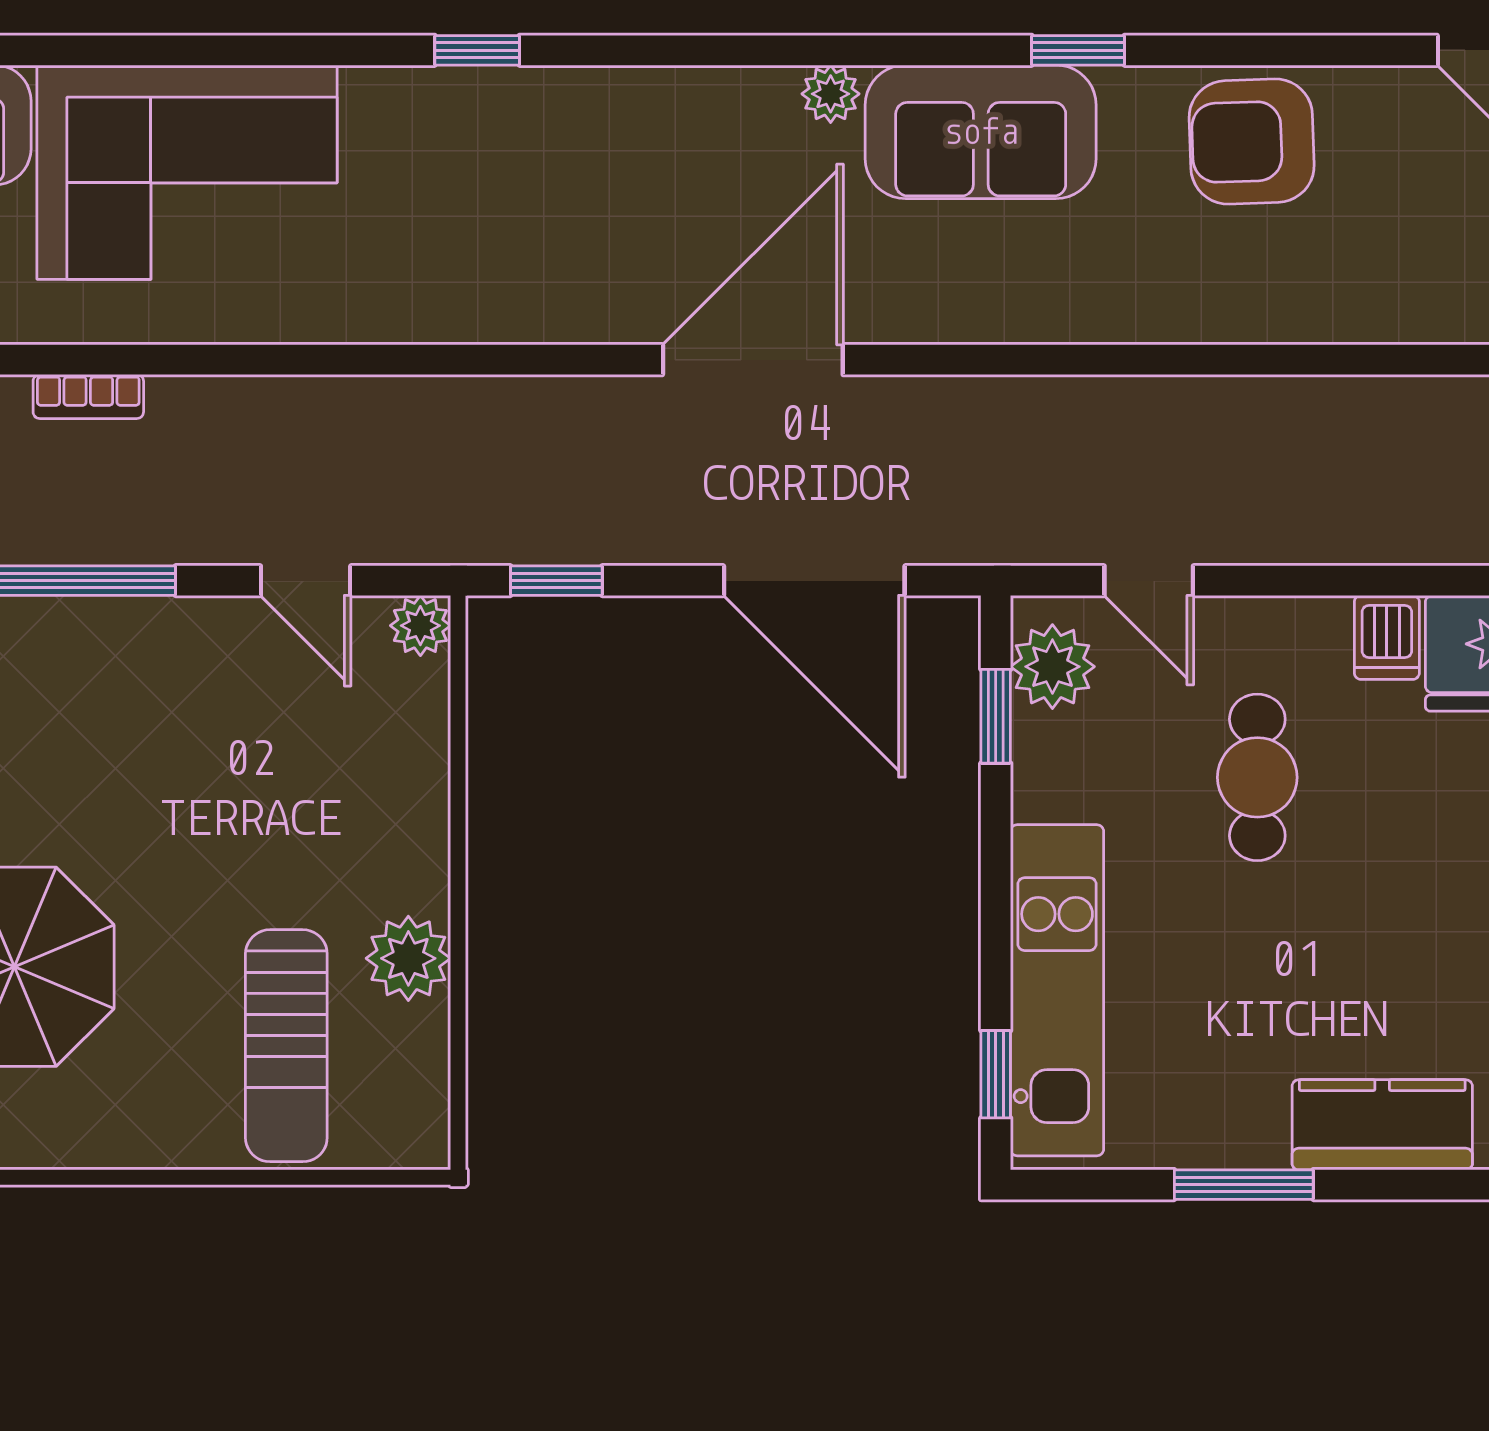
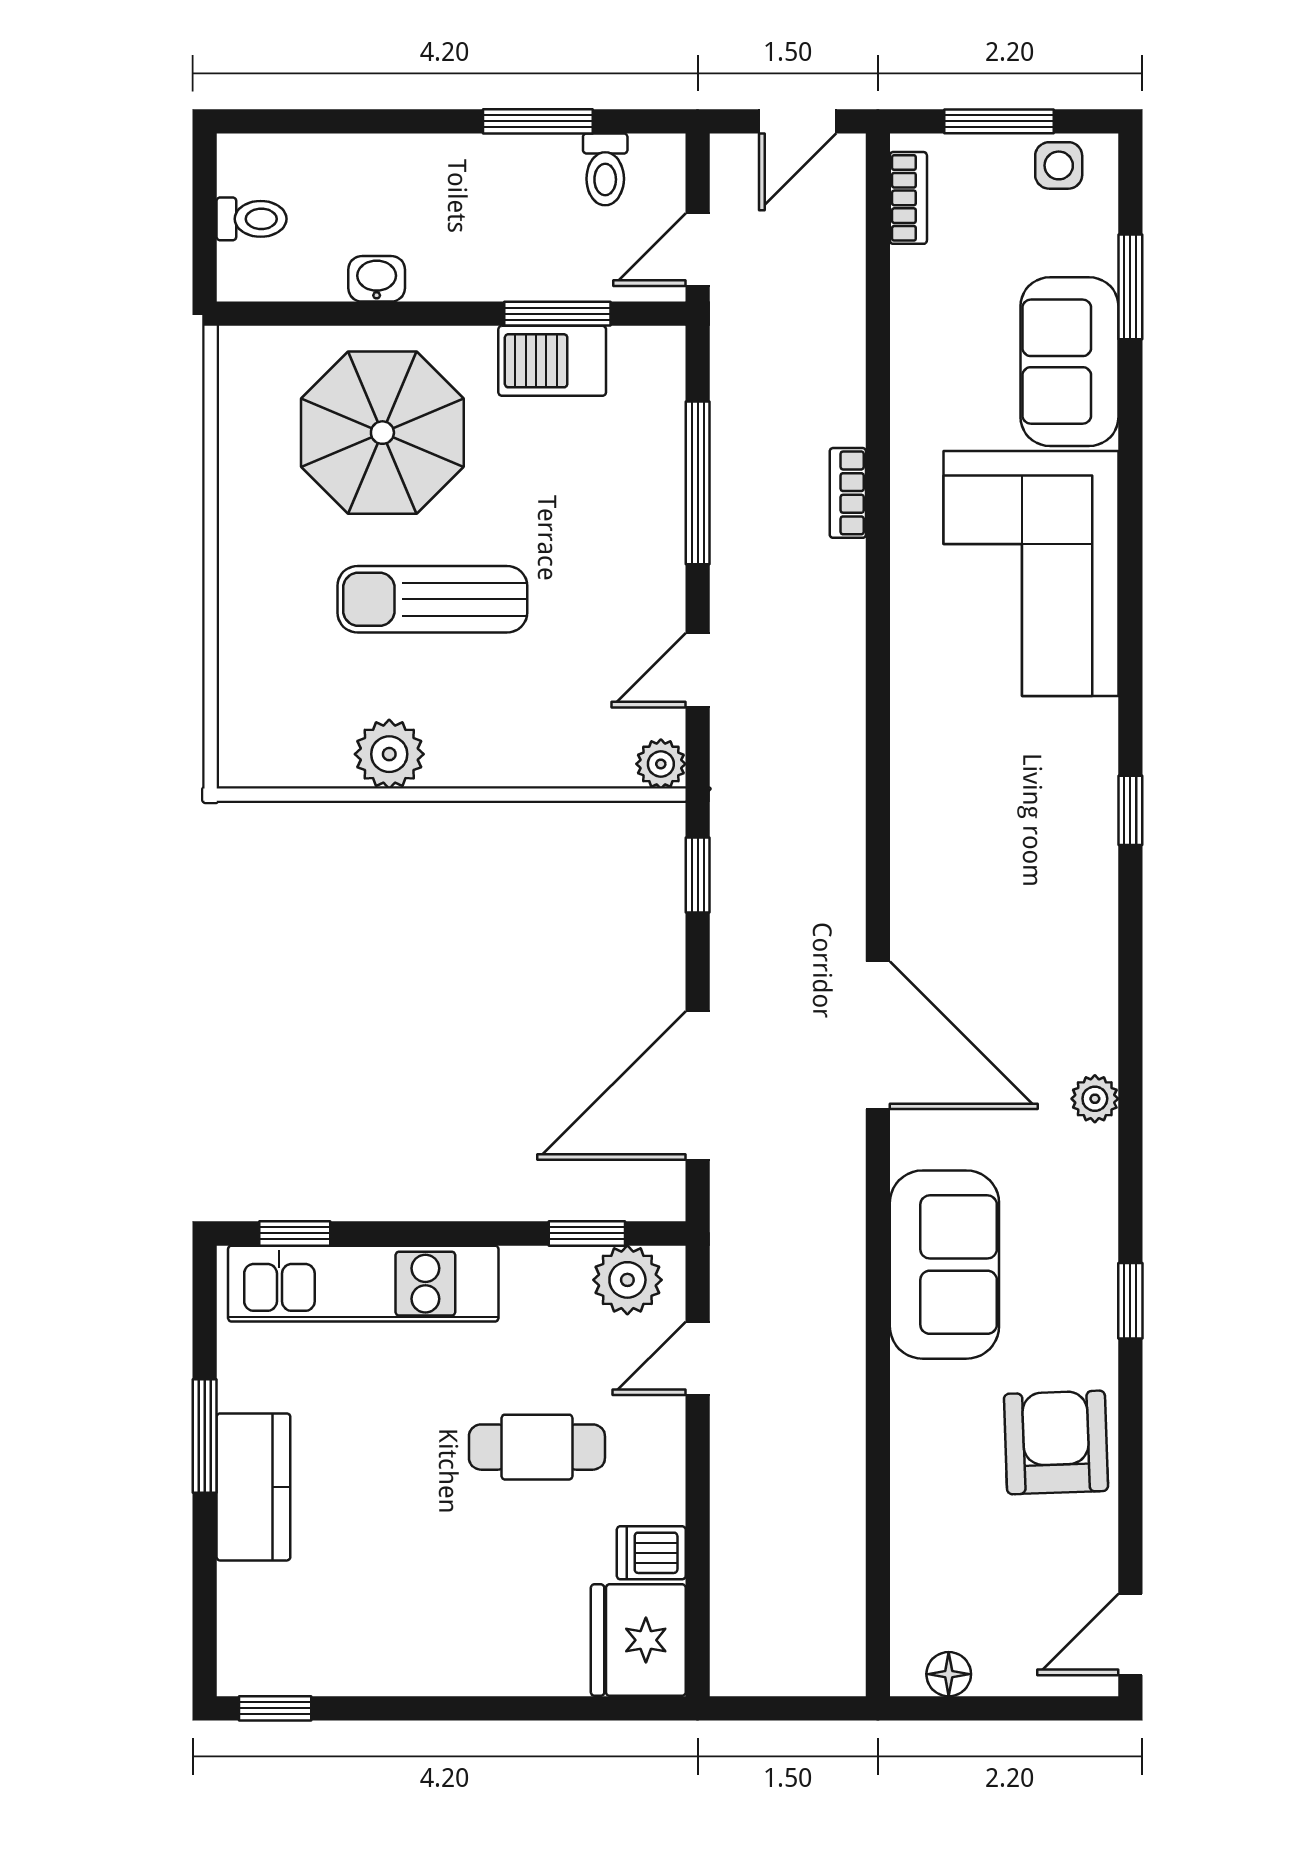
sofa: (981, 132) -> (944, 1265), moved, turned 180
sun lounger: (286, 1046) -> (432, 599), moved
kitchen counter: (1382, 1125) -> (253, 1487), moved

